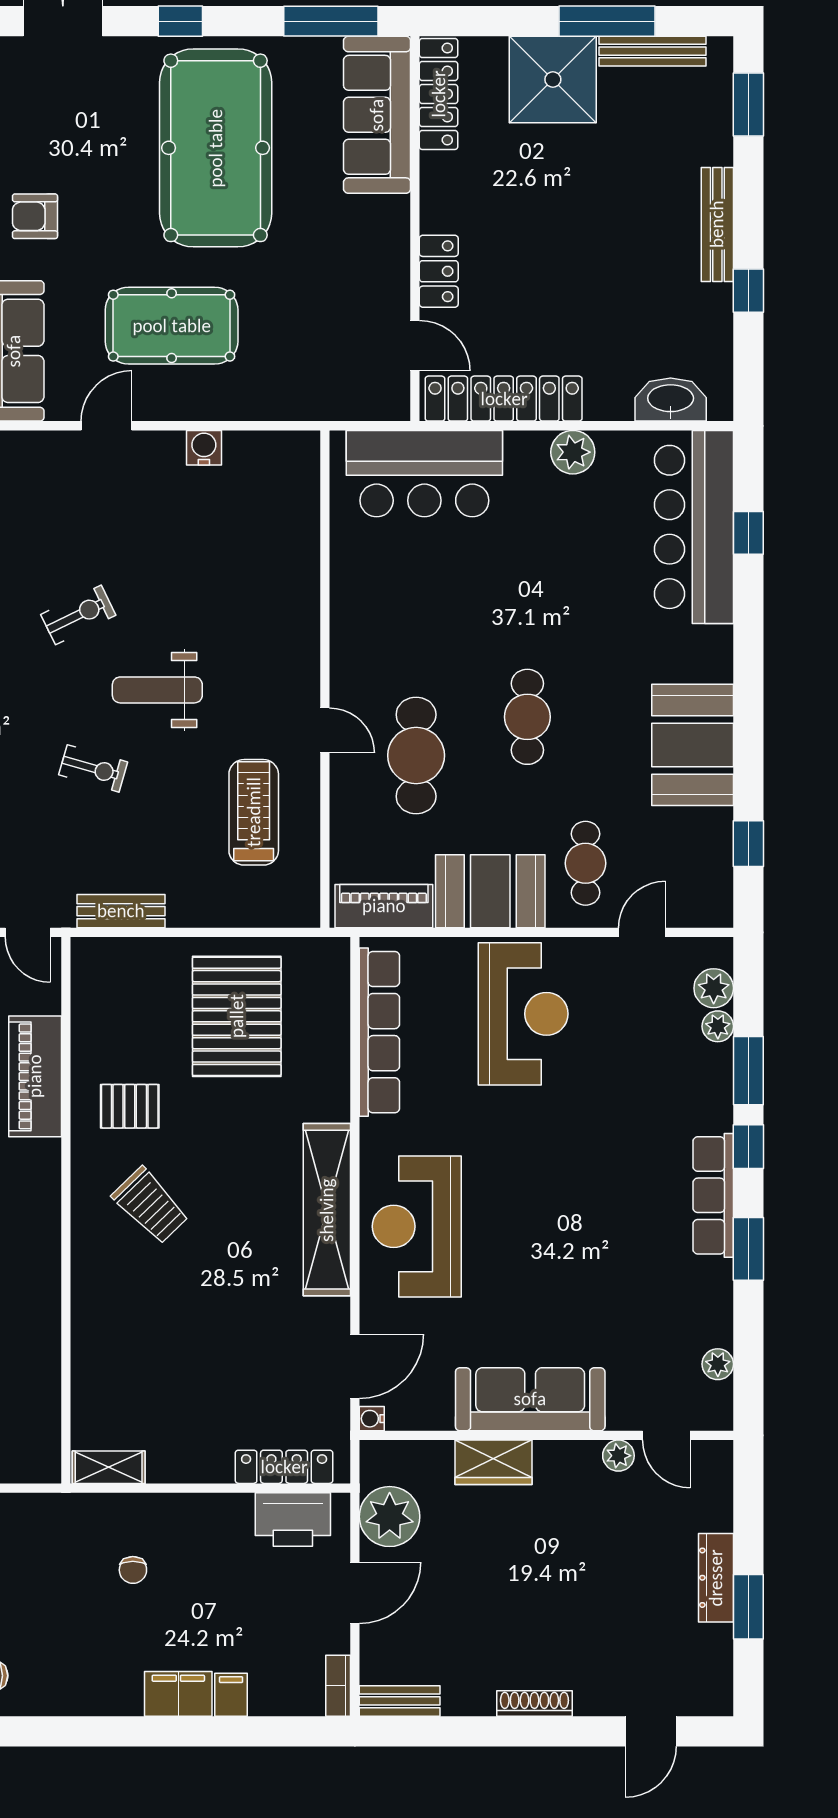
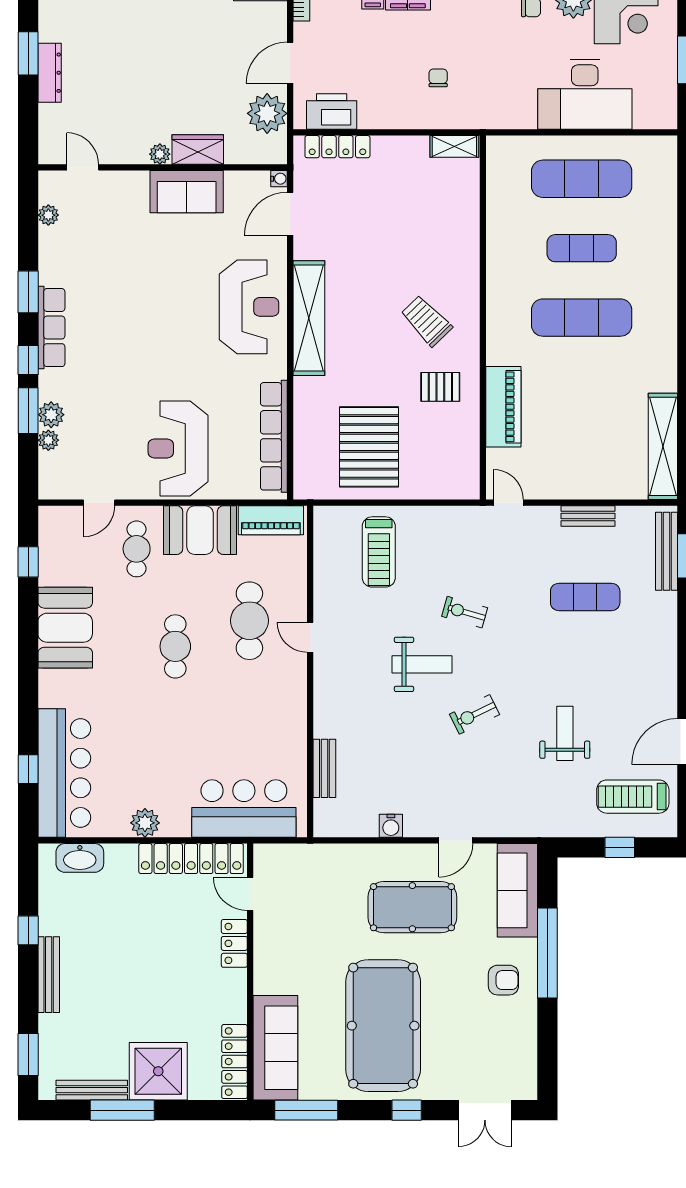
treadmill: (254, 812) -> (379, 552), moved
bench: (121, 911) -> (324, 768), moved, turned 90
plant: (714, 988) -> (51, 415), moved
sofa: (530, 1399) -> (187, 192), width x0.73
plant: (618, 1456) -> (160, 154), moved

